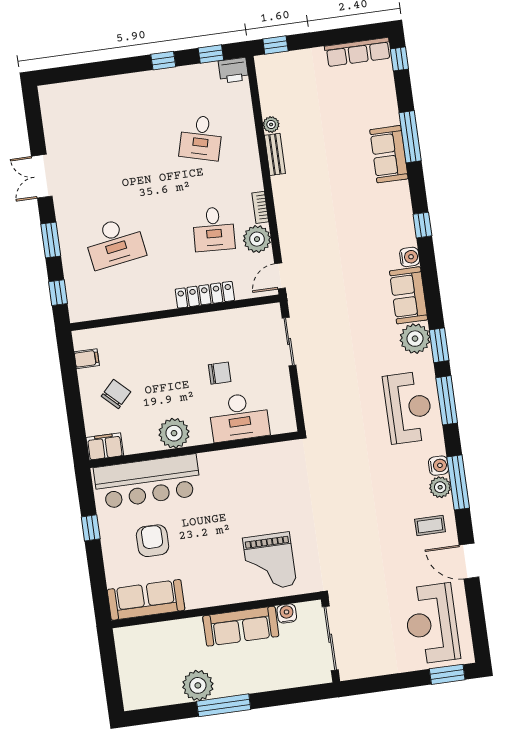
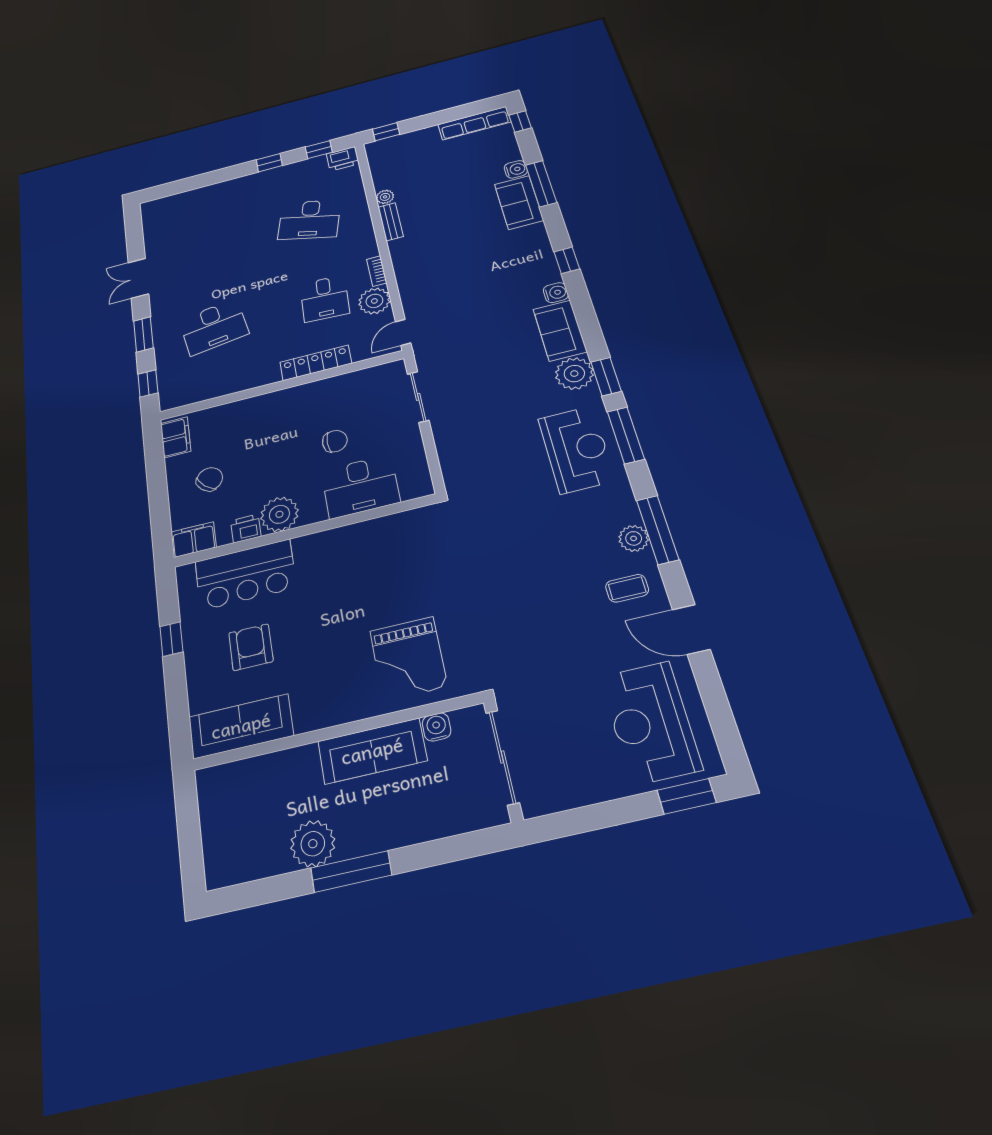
desk: (201, 138) -> (309, 220), width x1.37
filing cabinet: (87, 359) -> (176, 437), width x2.00
printer: (147, 442) -> (246, 529), added
water cooler: (438, 466) -> (516, 169), moved
bar counter: (147, 481) -> (245, 575), width x0.73

